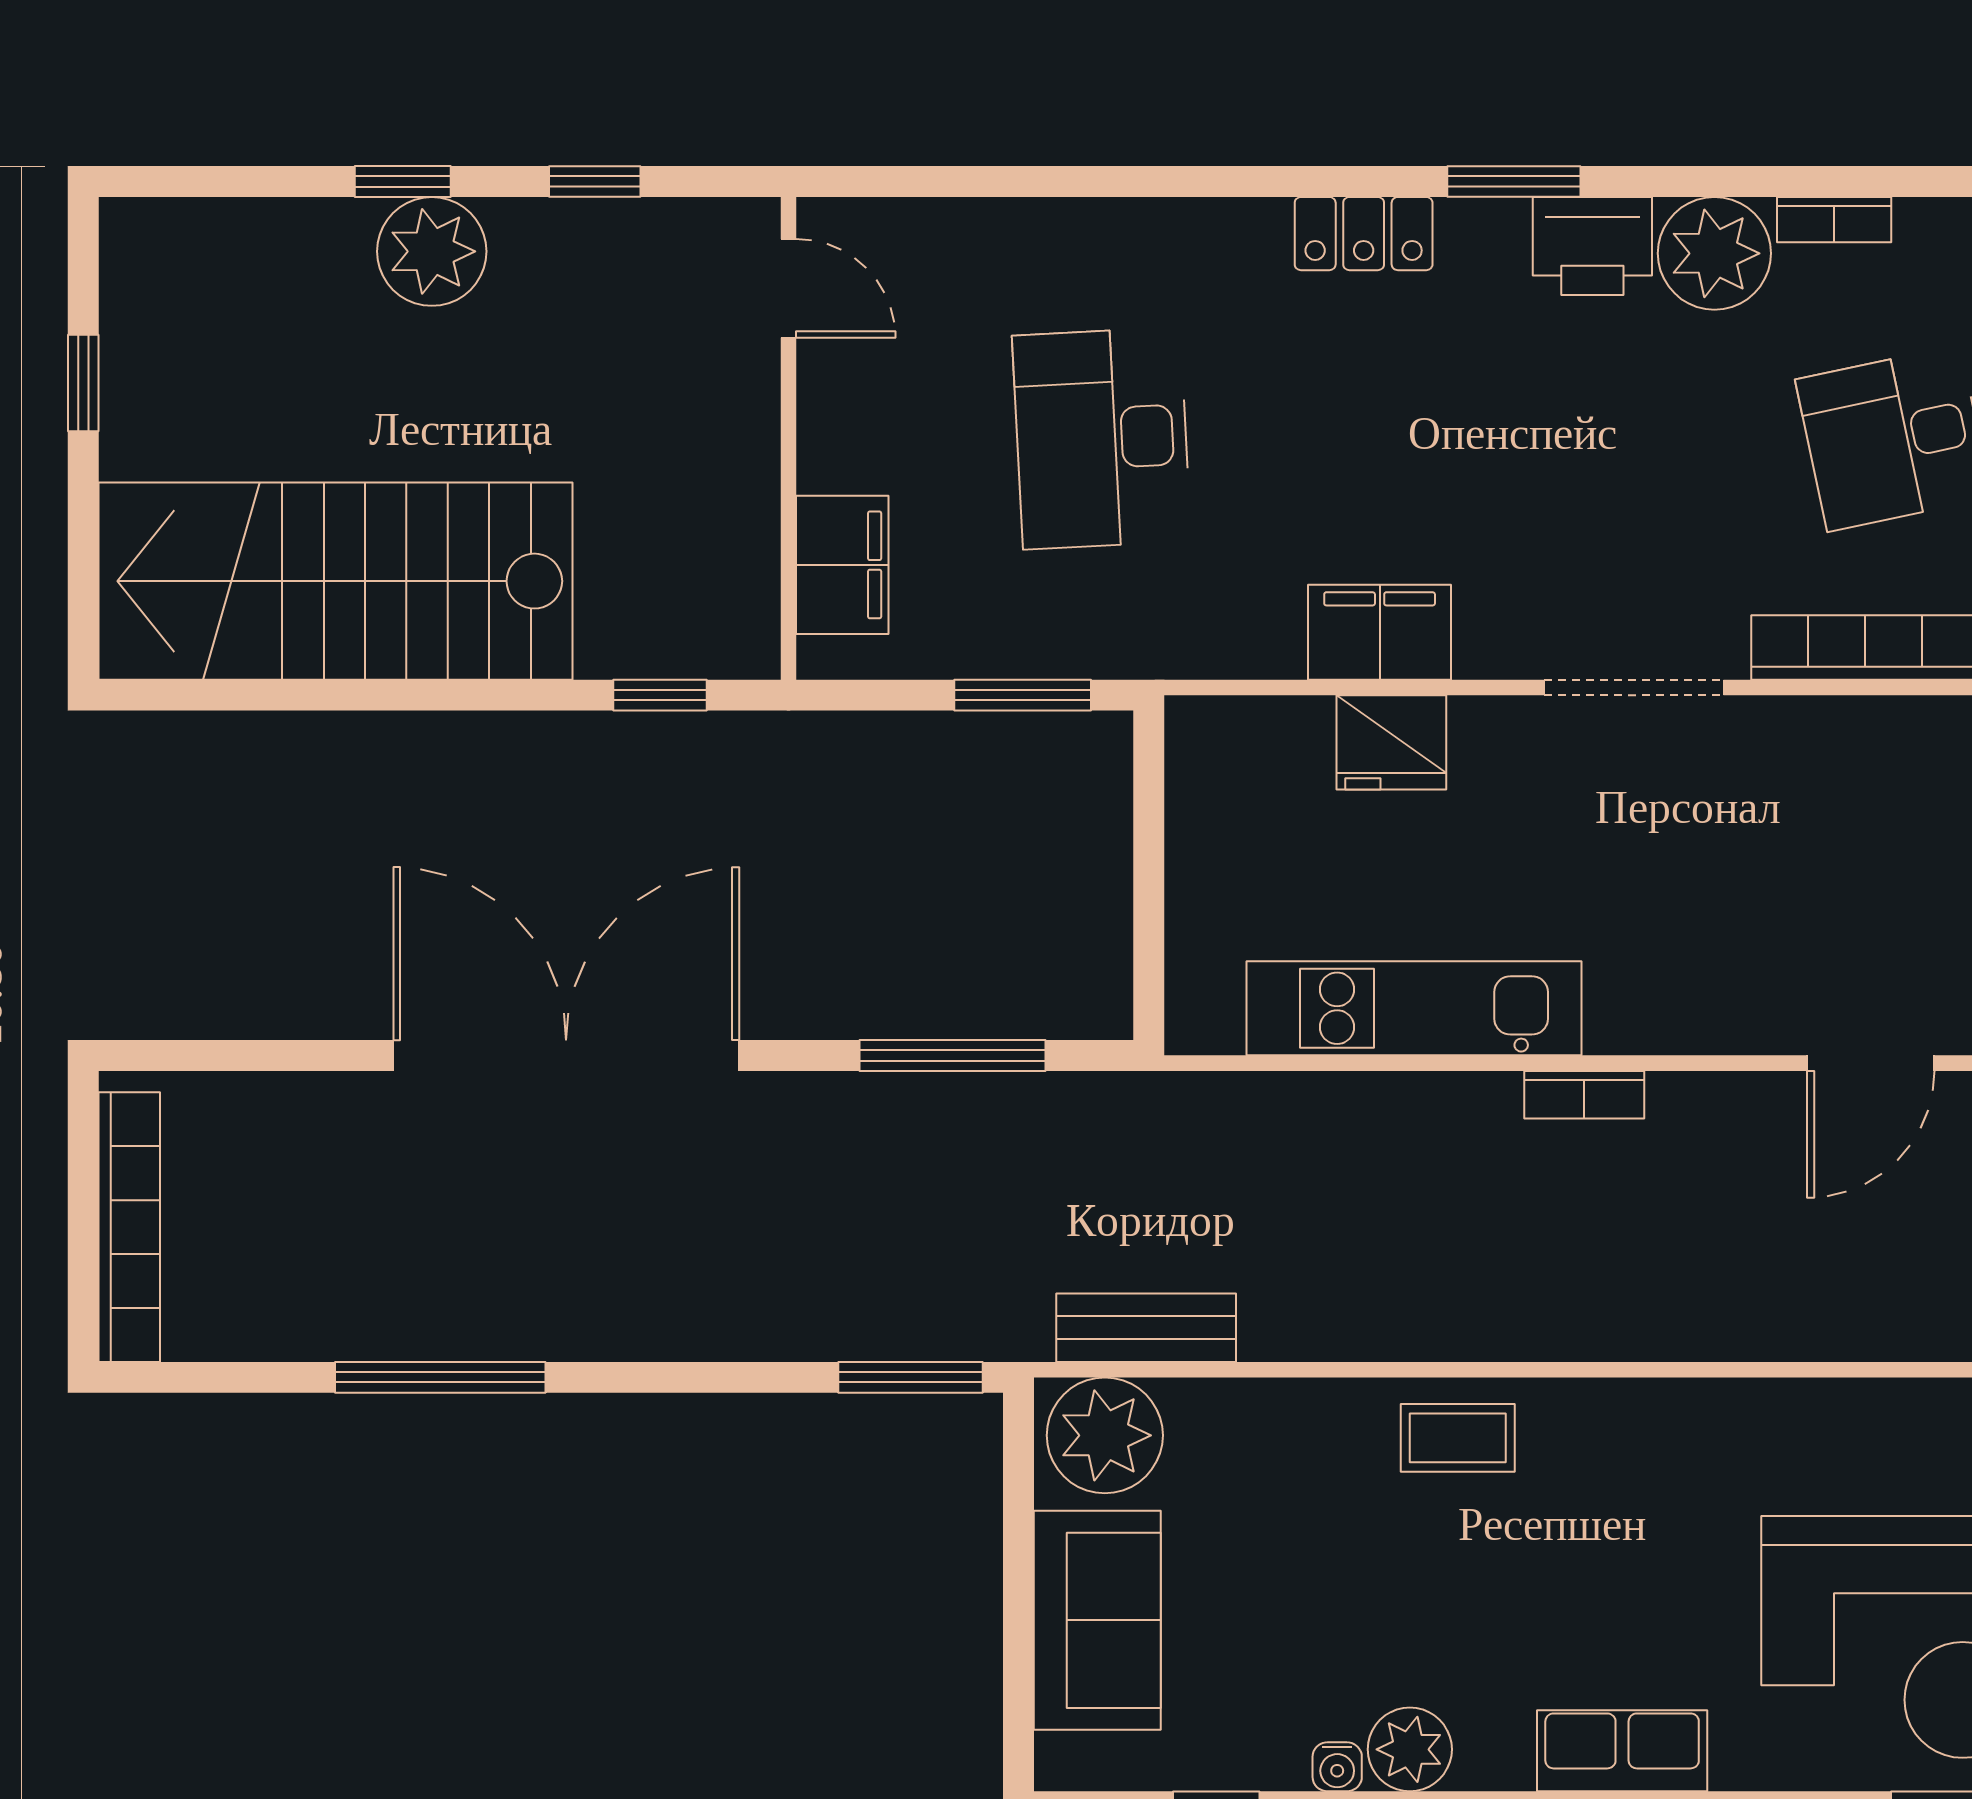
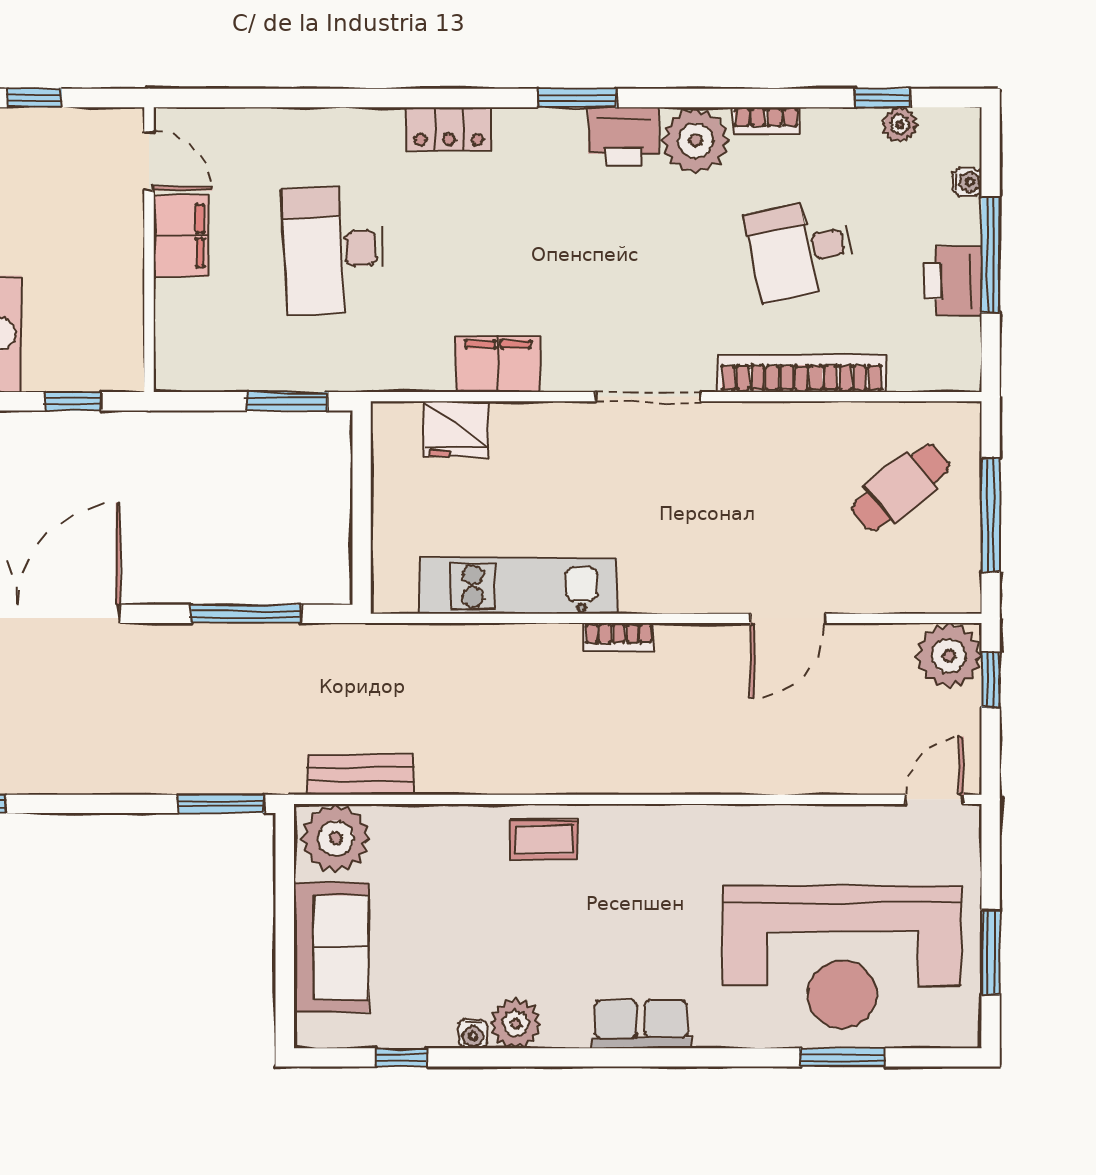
locker: (1364, 234) -> (449, 129), moved
filing cabinet: (842, 565) -> (181, 236), moved
fridge: (1391, 742) -> (456, 429), moved

